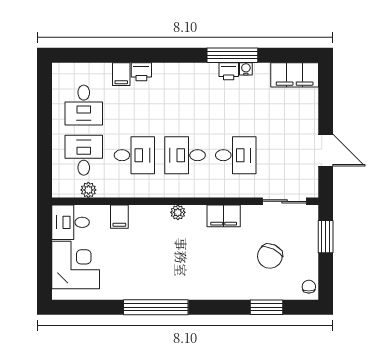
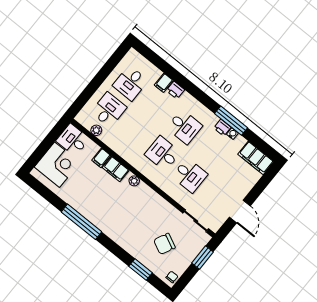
desk: (134, 155) -> (184, 127), moved
filing cabinet: (224, 216) -> (116, 169), moved

